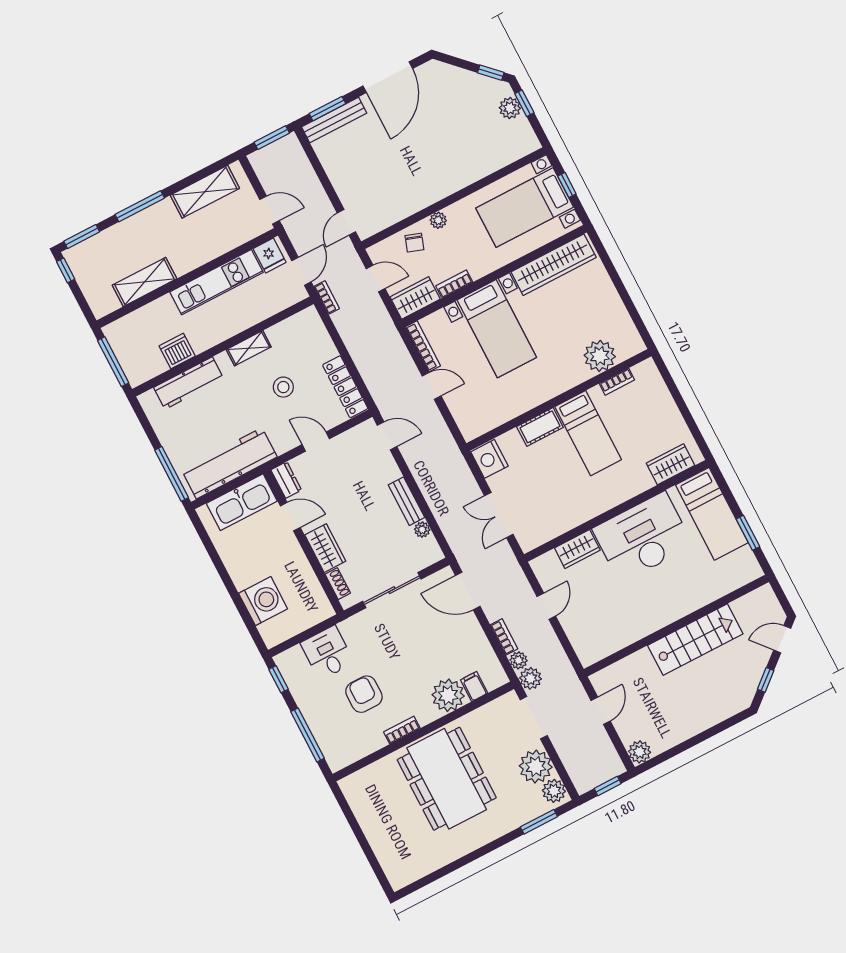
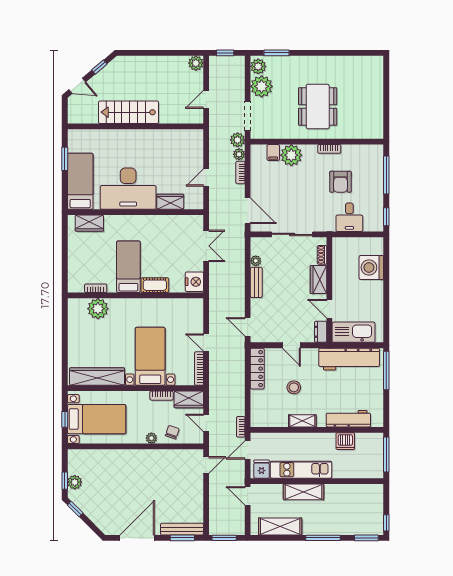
shelving: (144, 282) -> (303, 492), moved
dining table: (447, 779) -> (318, 106), width x0.73, depth x0.80

